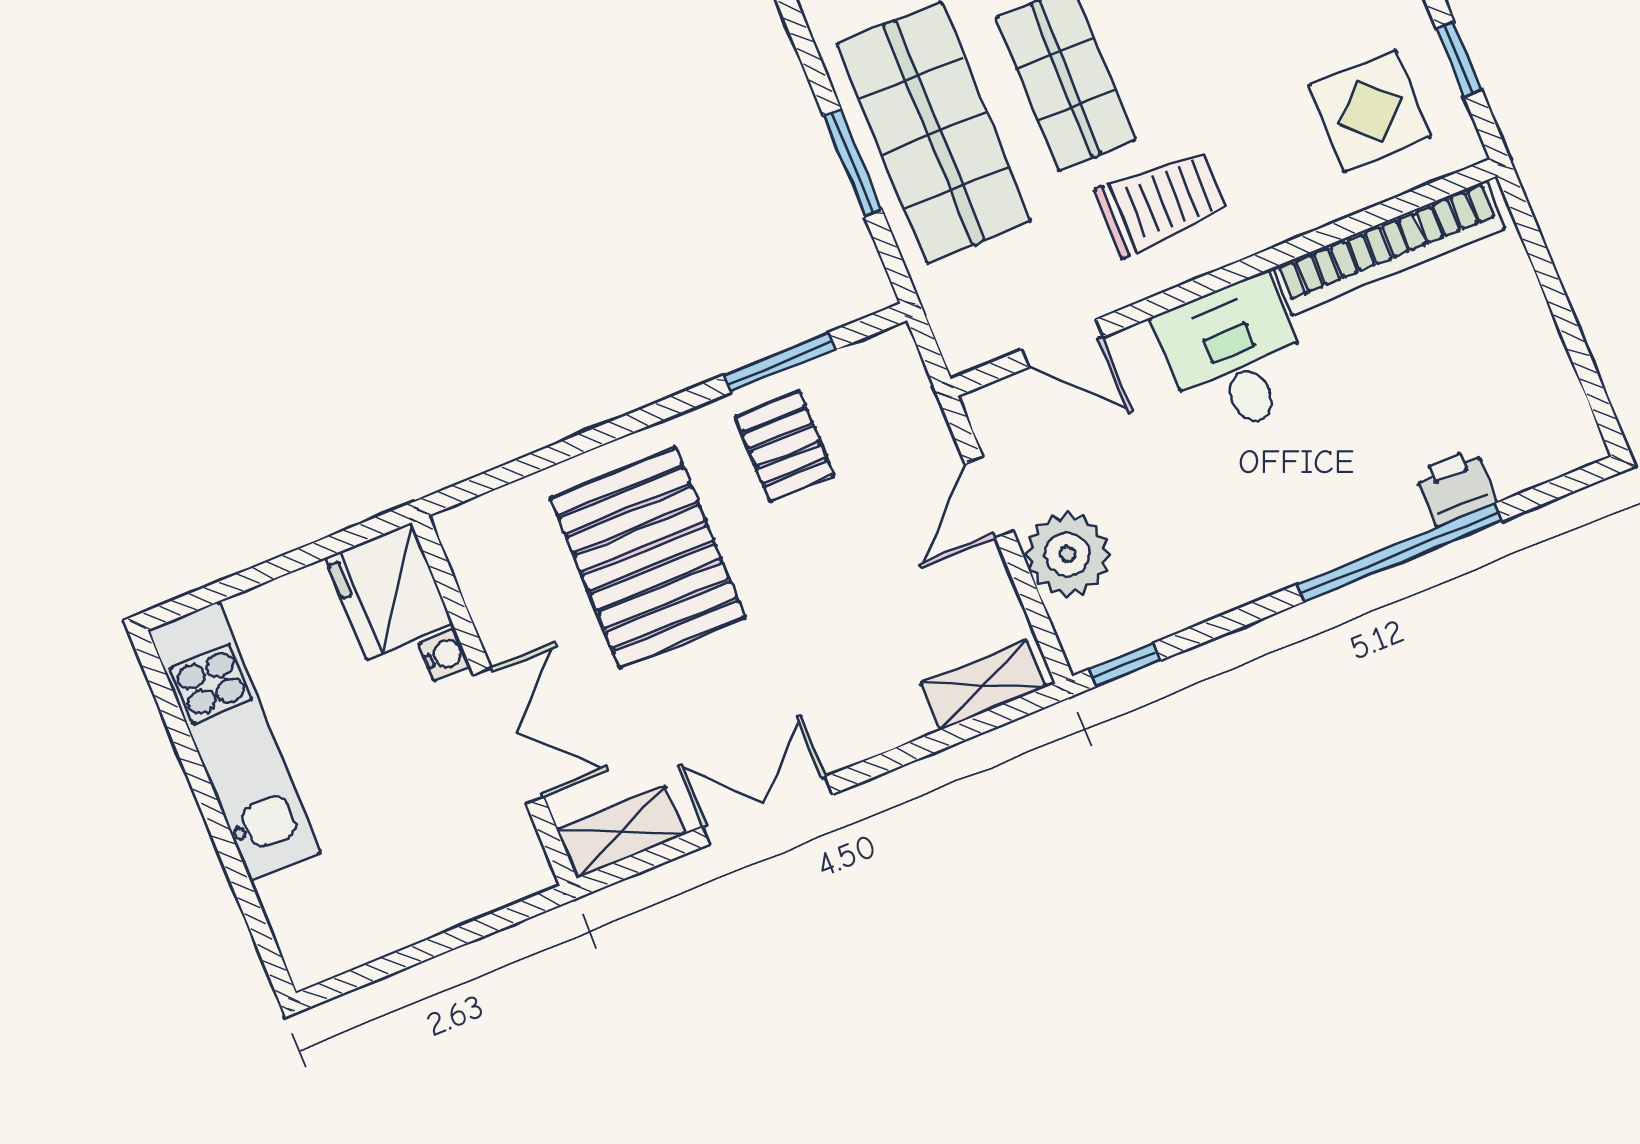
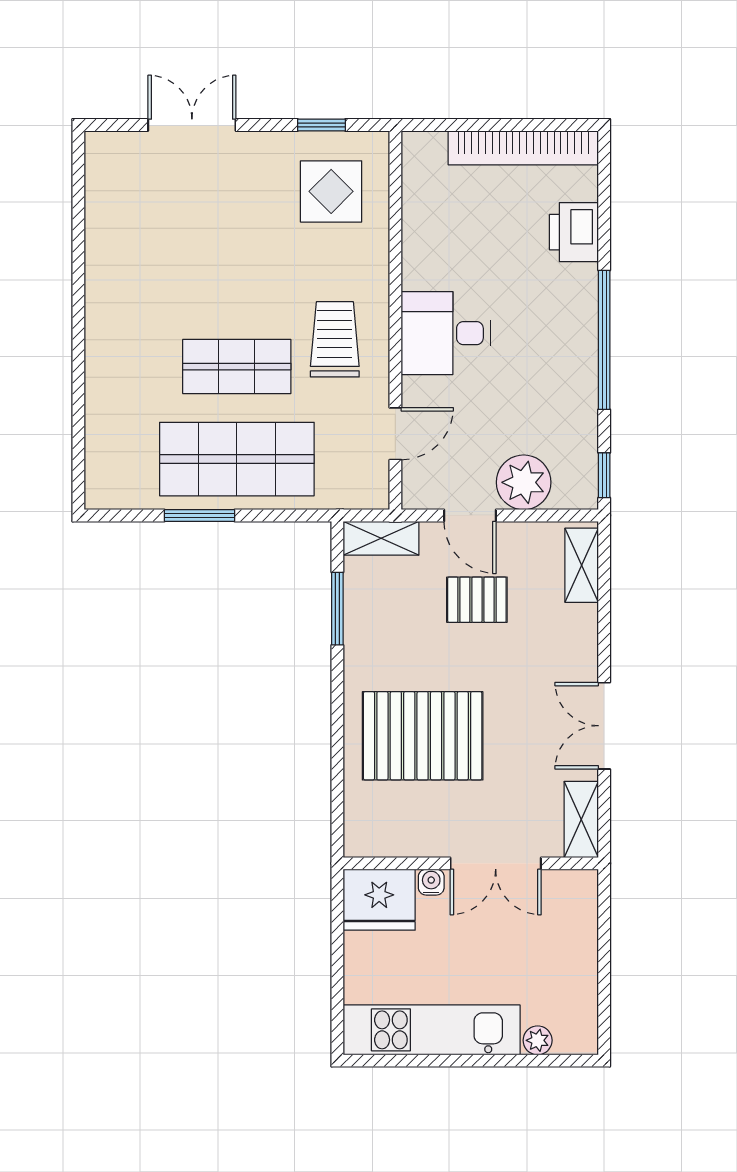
window: (853, 163) -> (200, 515), moved
bookcase: (1389, 248) -> (523, 148), moved, turned 90
shelving: (905, 384) -> (381, 538), added
pallet: (785, 446) -> (477, 600), moved
printer: (1456, 487) -> (574, 232), width x1.36, depth x1.24
window: (1399, 553) -> (604, 340), moved
double door: (509, 736) -> (496, 863), swing flipped
plant: (281, 899) -> (538, 1040), added

